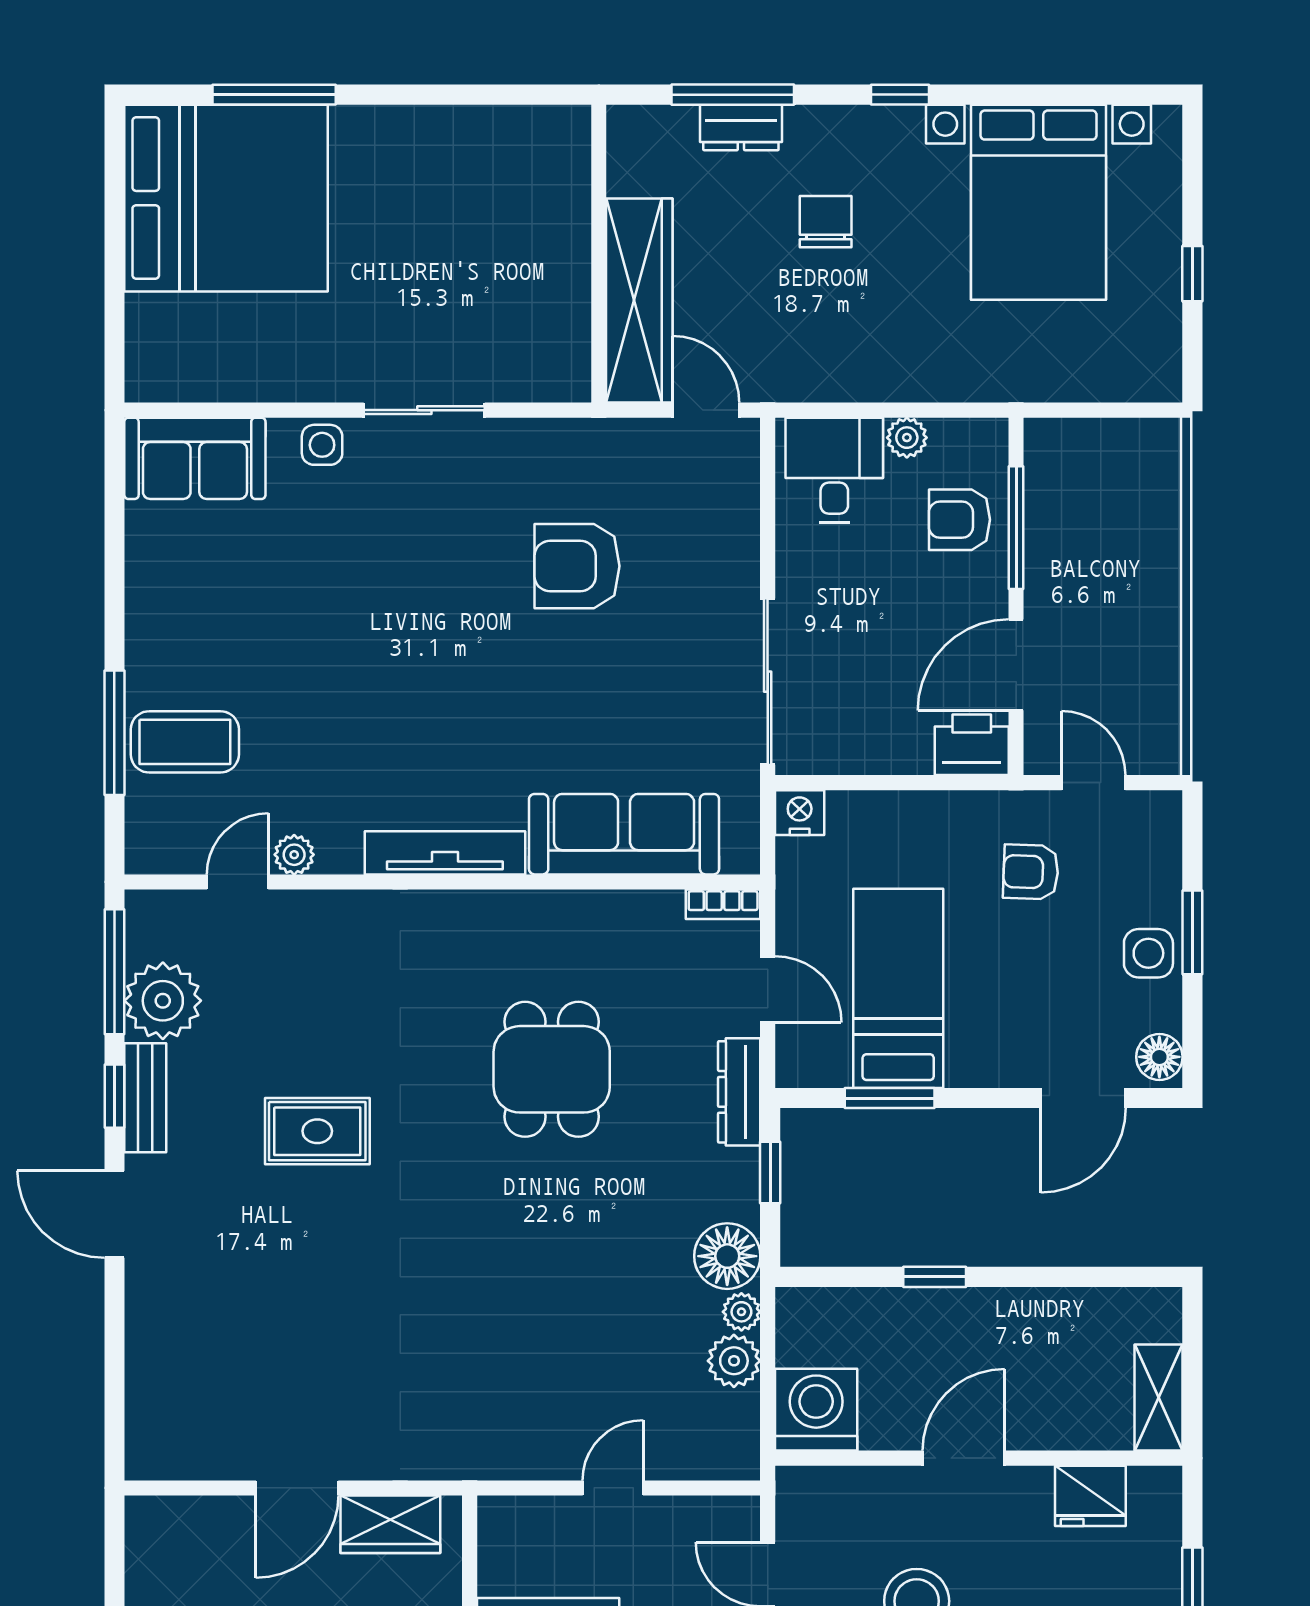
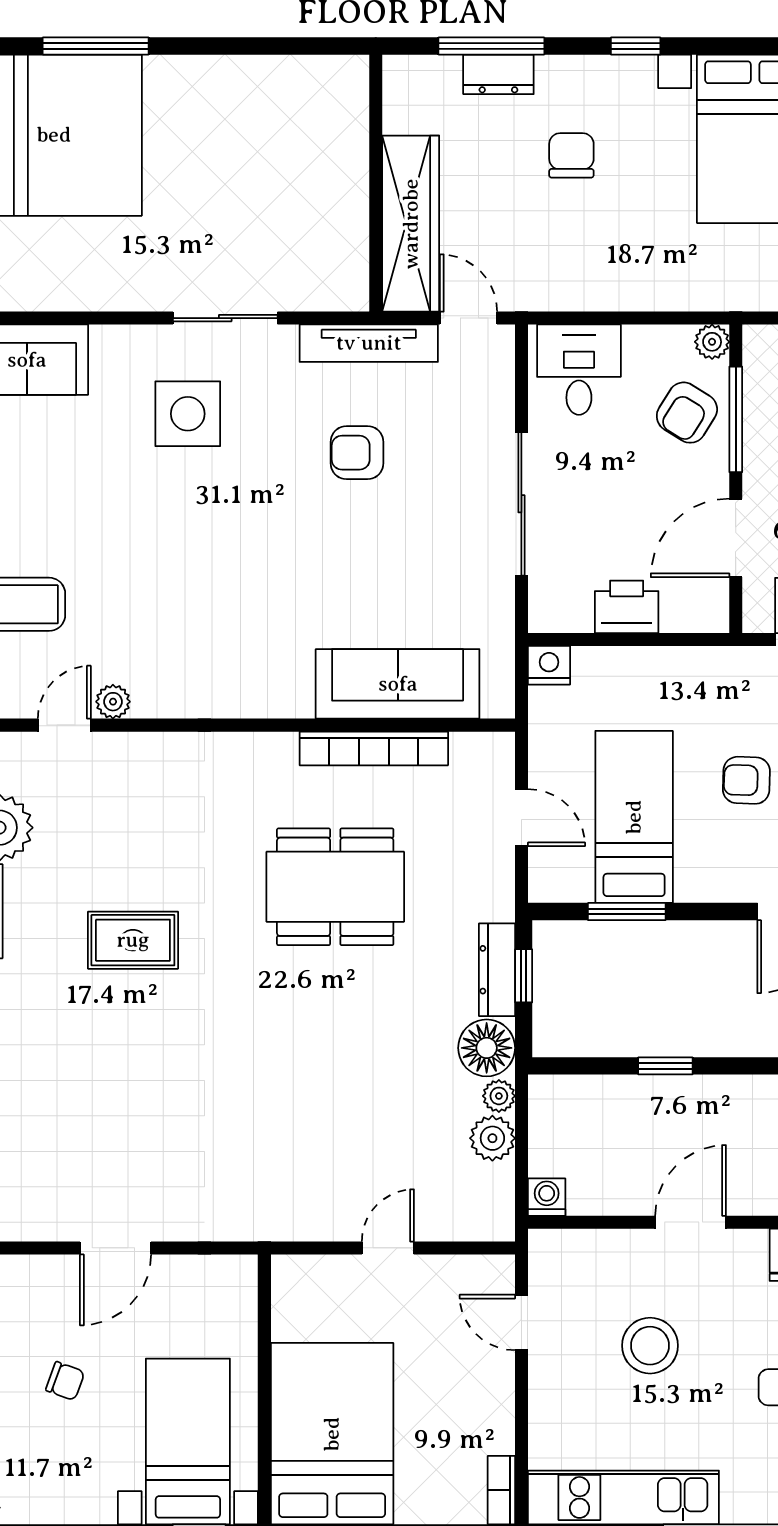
plant: (907, 438) -> (712, 342), moved
side table: (322, 445) -> (188, 414), moved, width x1.87, depth x1.87
armchair: (959, 520) -> (687, 413), turned -58
armchair: (577, 566) -> (357, 453), width x0.72, depth x0.72
sliding door: (768, 682) -> (521, 504), moved
printer: (972, 745) -> (627, 607), moved
tv unit: (445, 853) -> (369, 343), moved, turned 180
armchair: (1031, 872) -> (746, 780), moved
bookcase: (723, 904) -> (374, 748), moved, width x2.31, depth x1.31
dining table: (552, 1069) -> (335, 887), width x1.38
dresser: (739, 1092) -> (497, 970), moved
washing machine: (816, 1410) -> (547, 1197), width x0.53, depth x0.53
wardrobe: (390, 1524) -> (196, 1279), removed

